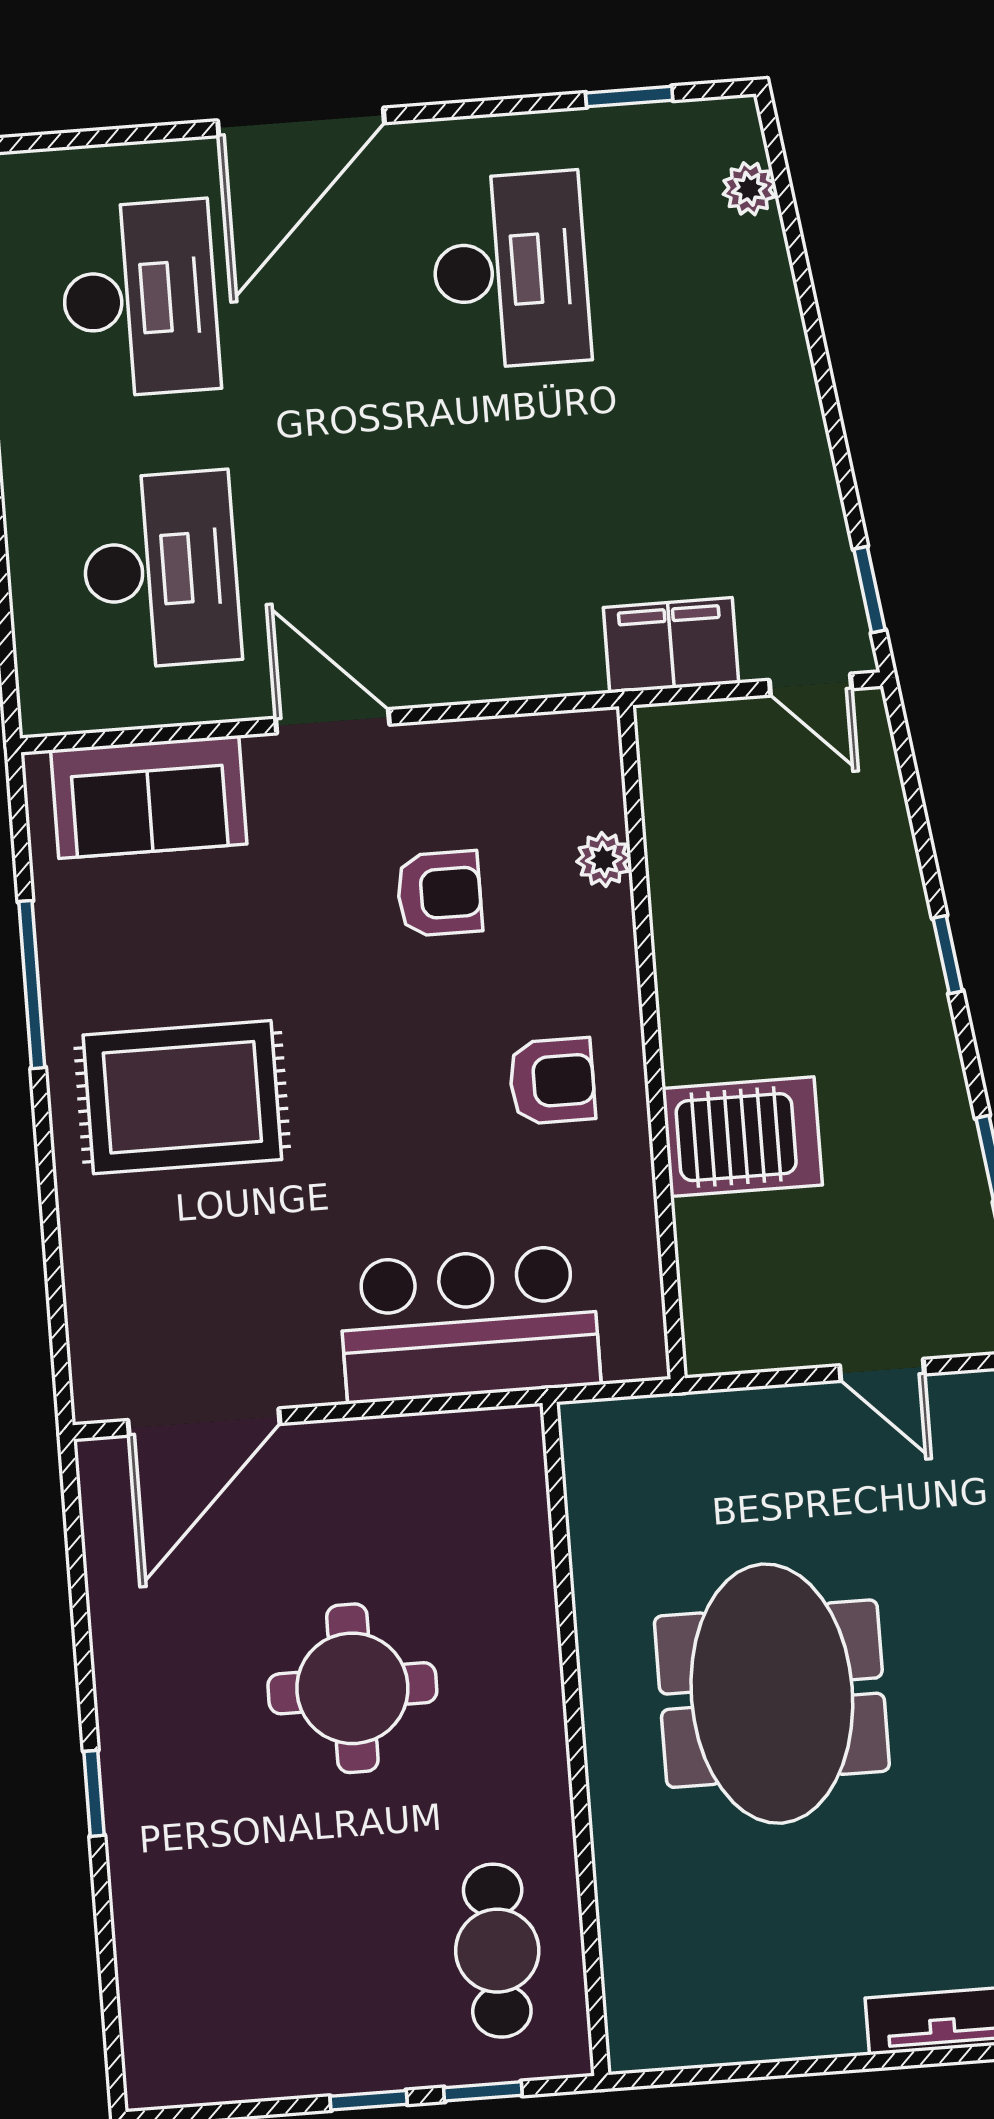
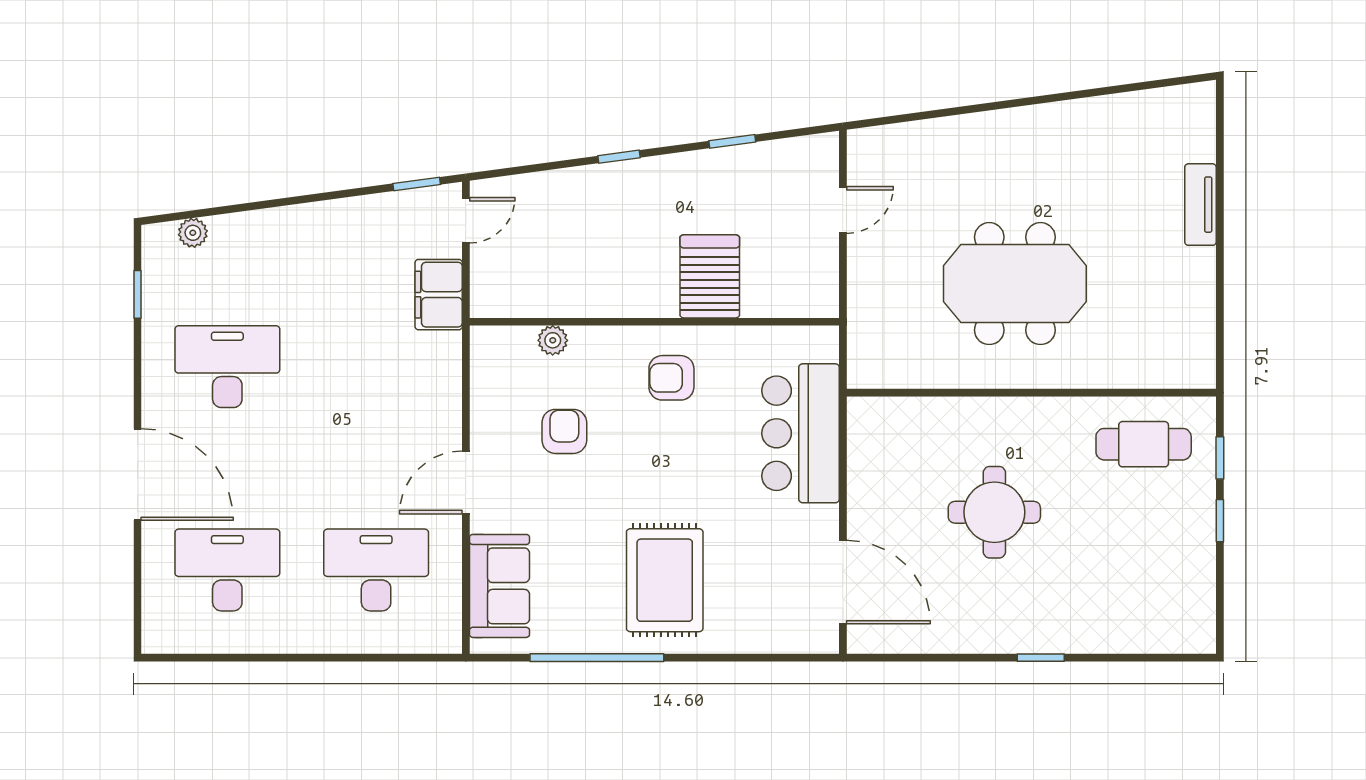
window: (32, 985) -> (597, 658), width x1.46
armchair: (552, 1081) -> (671, 378), turned -90

